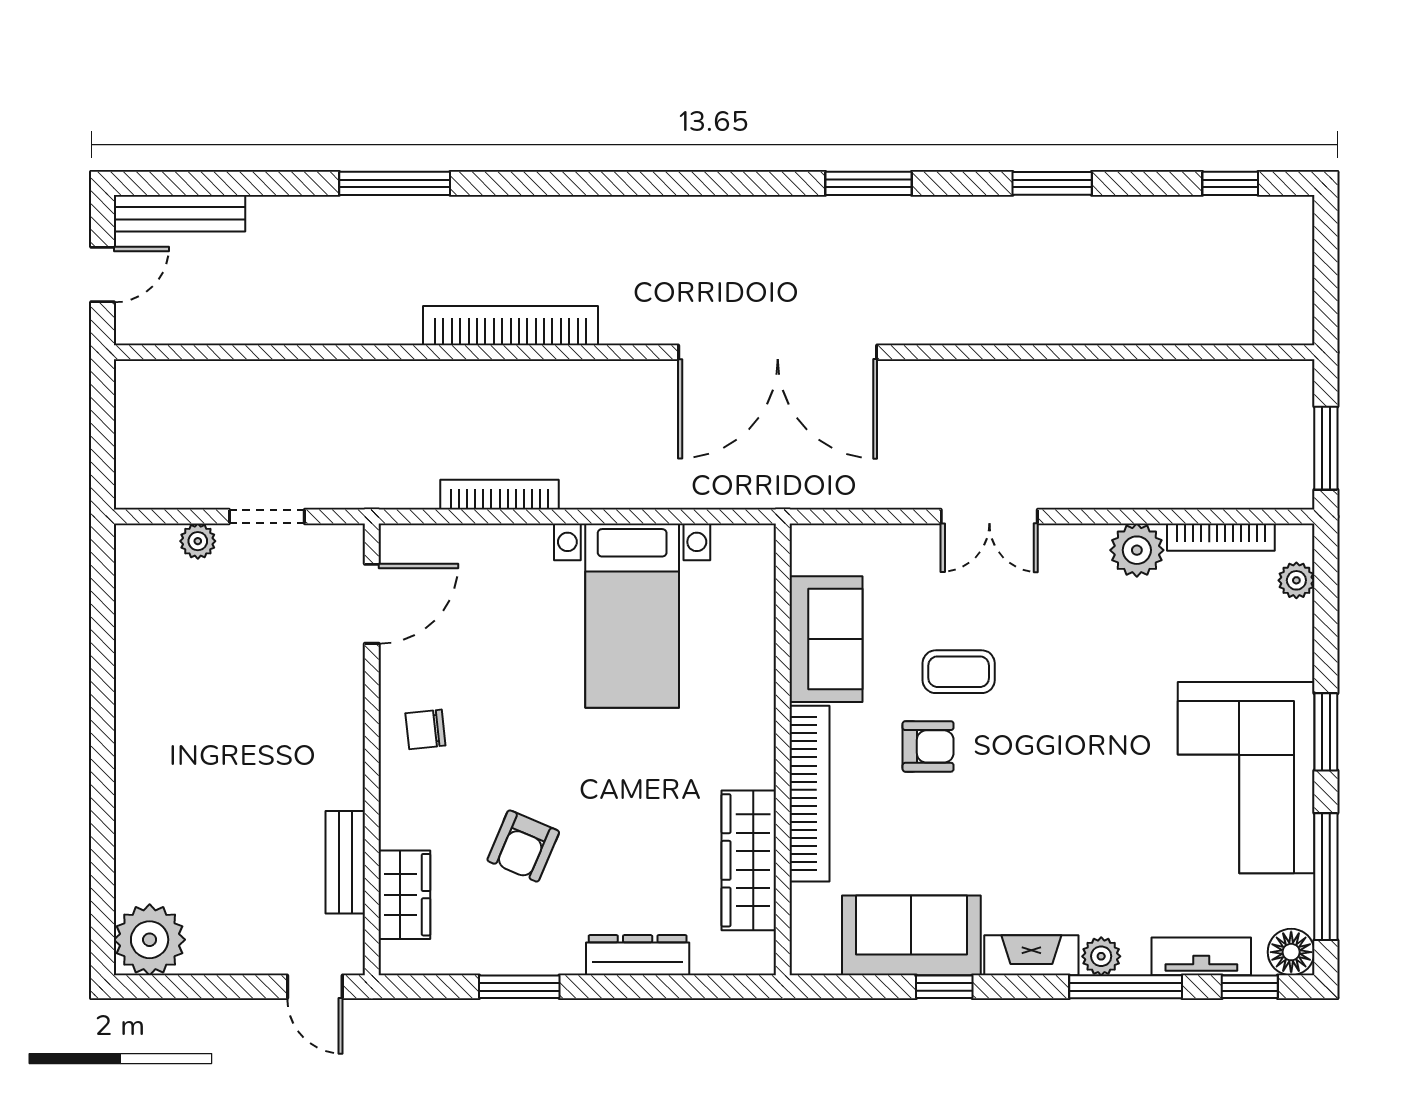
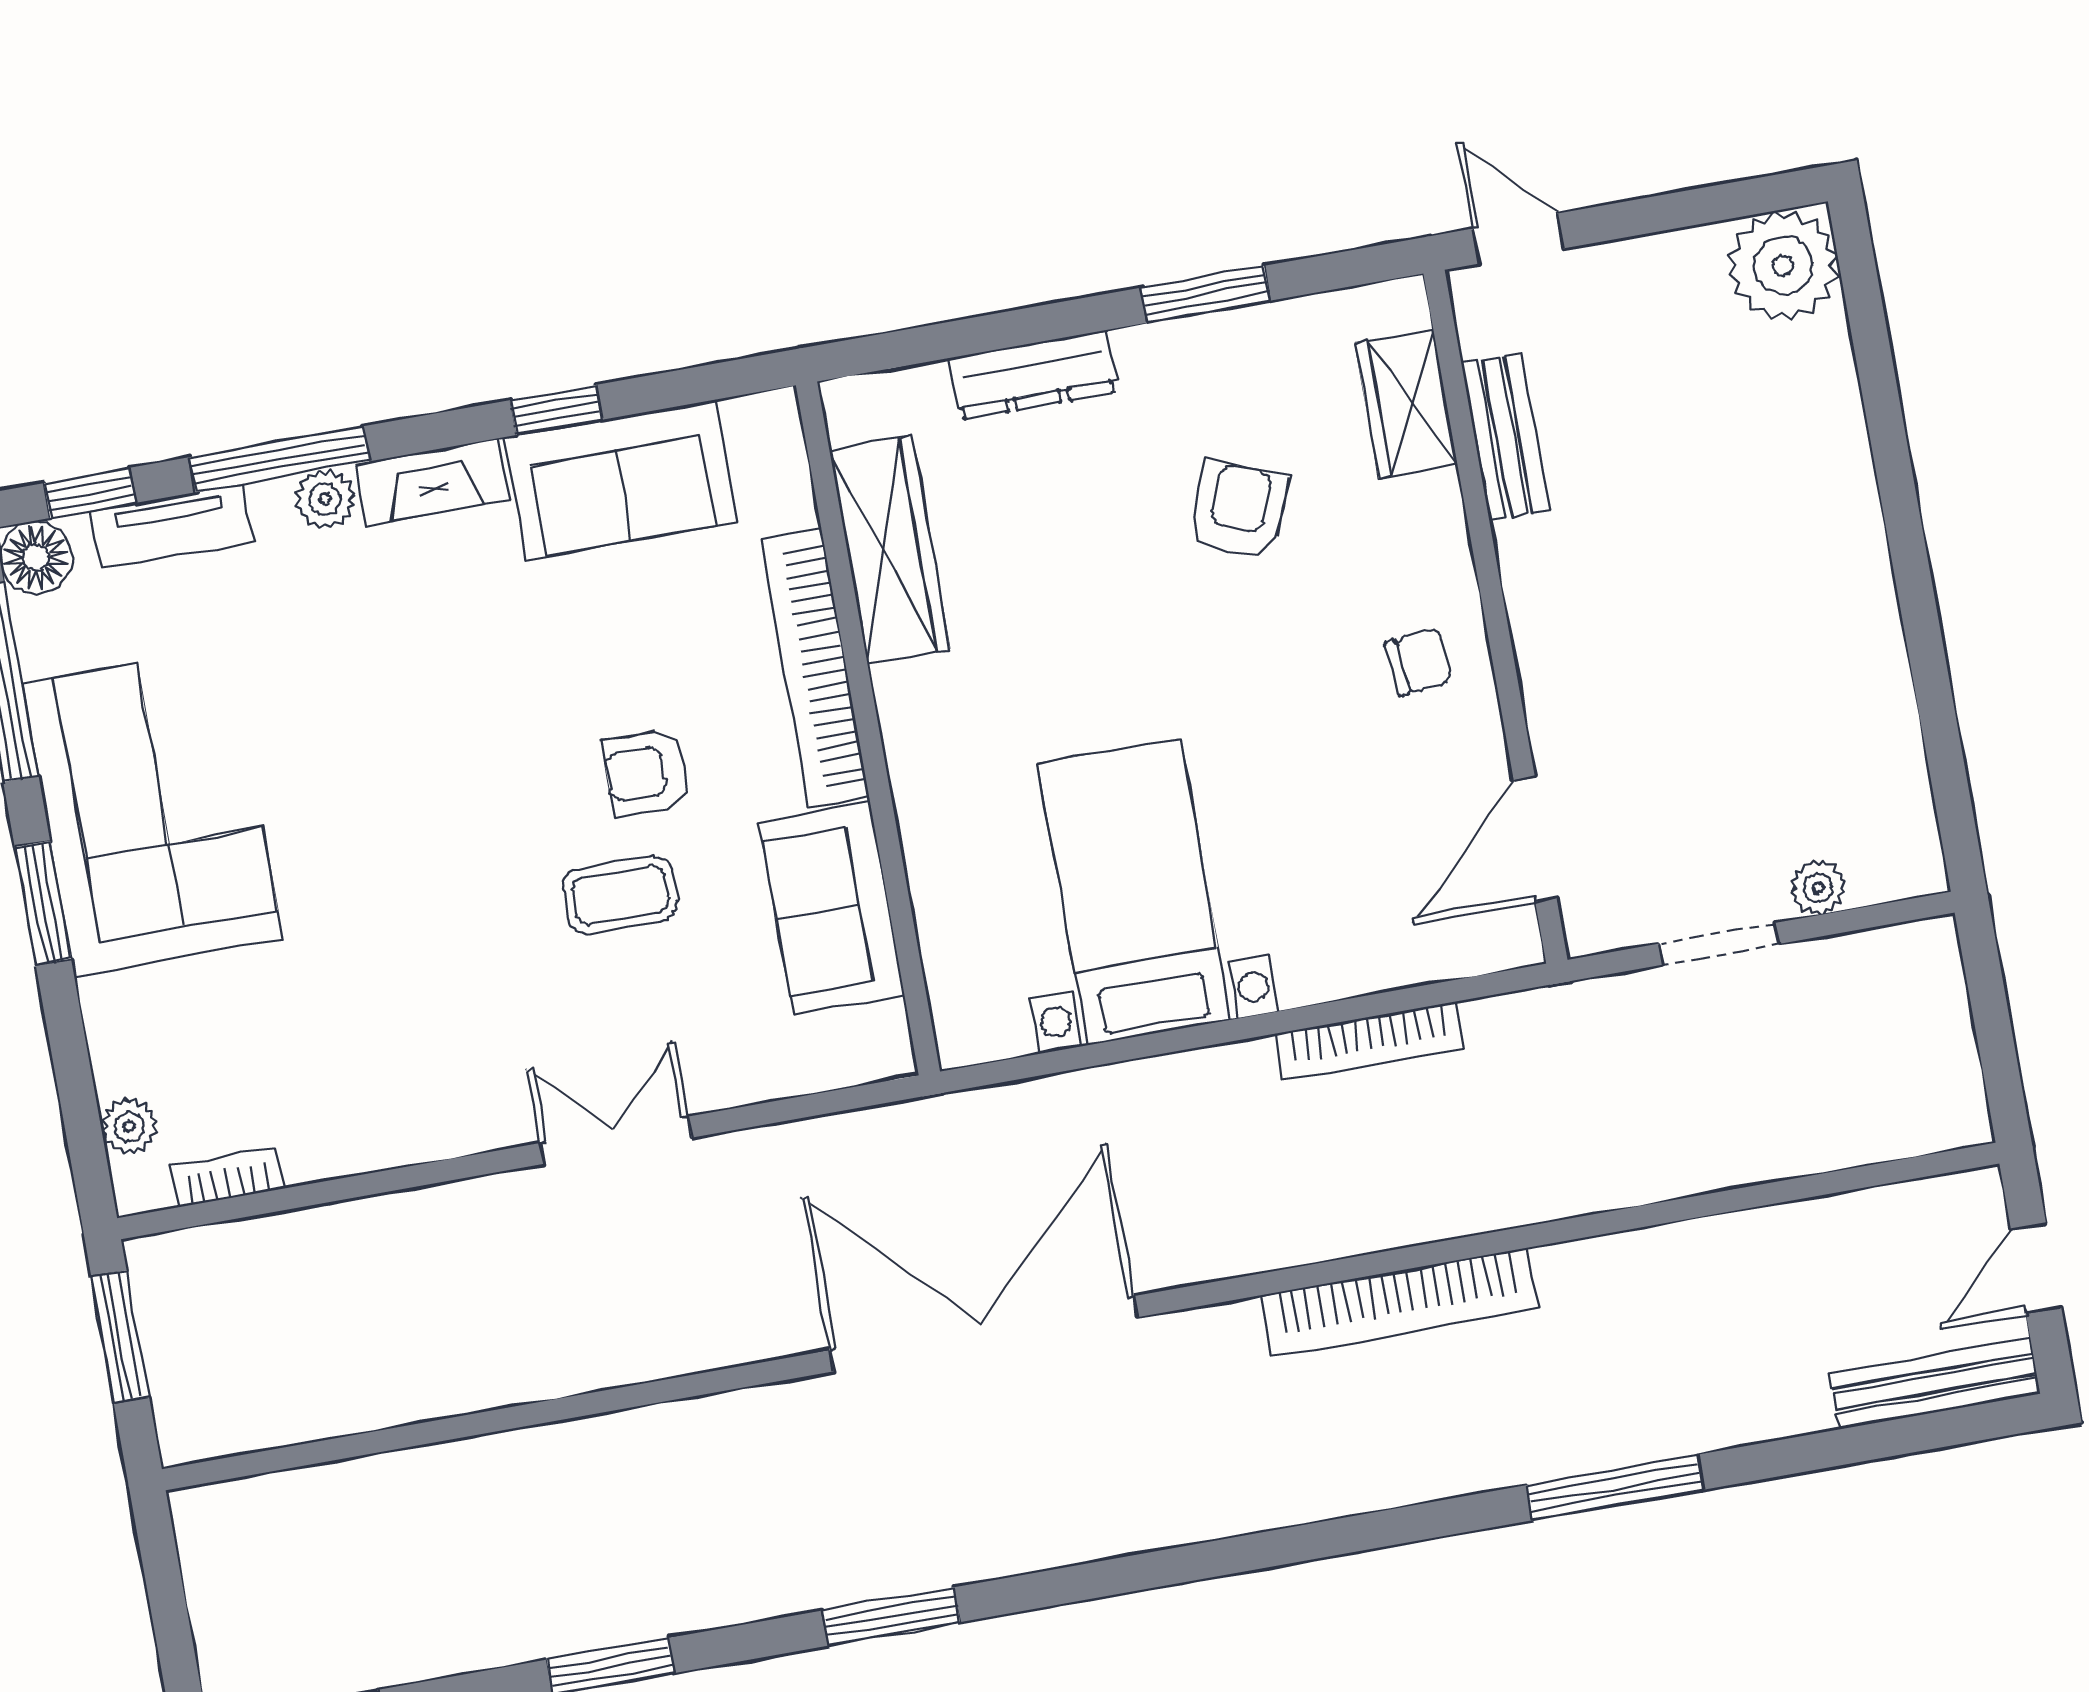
bookcase: (1221, 537) -> (227, 1177), width x0.64
plant: (1137, 550) -> (381, 1129), removed

